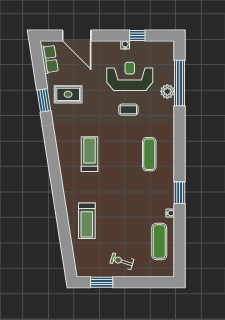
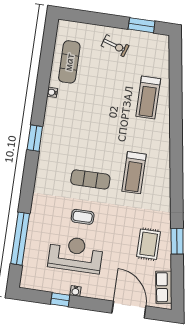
reception desk: (130, 76) -> (76, 254), turned 180
plant: (167, 91) -> (35, 231), removed
rug: (68, 94) -> (149, 244), turned 90
exercise mat: (149, 154) -> (90, 179), moved, turned 90
window: (179, 193) -> (35, 138), moved
treadmill: (87, 221) -> (148, 97), turned 180

